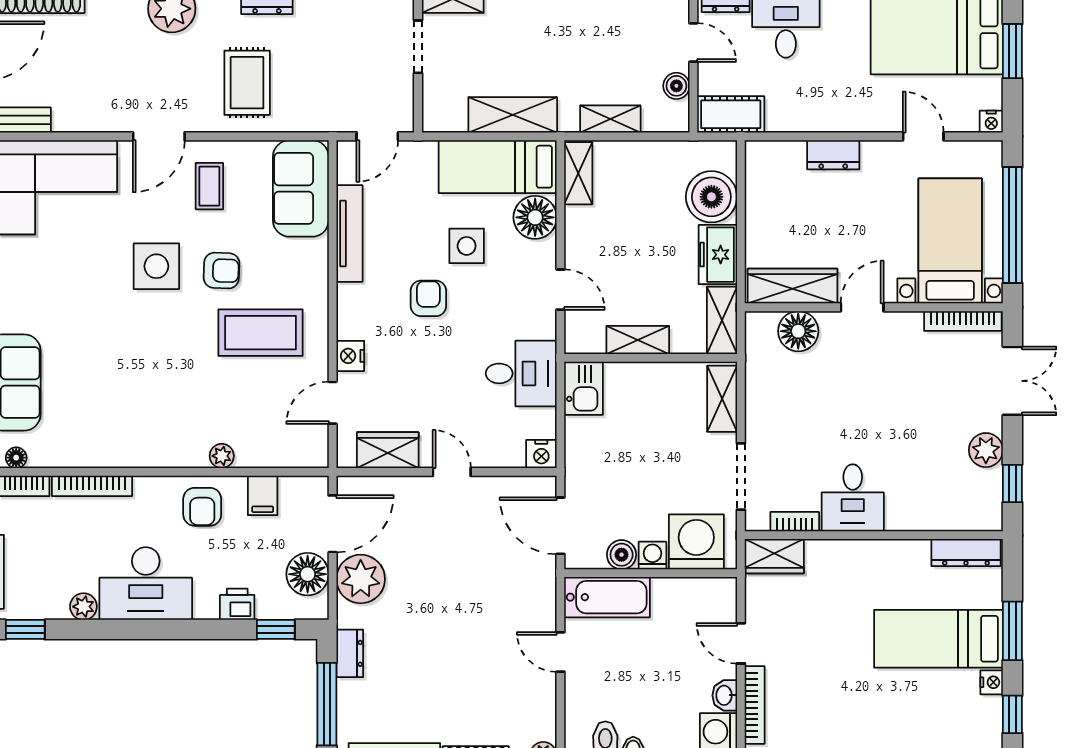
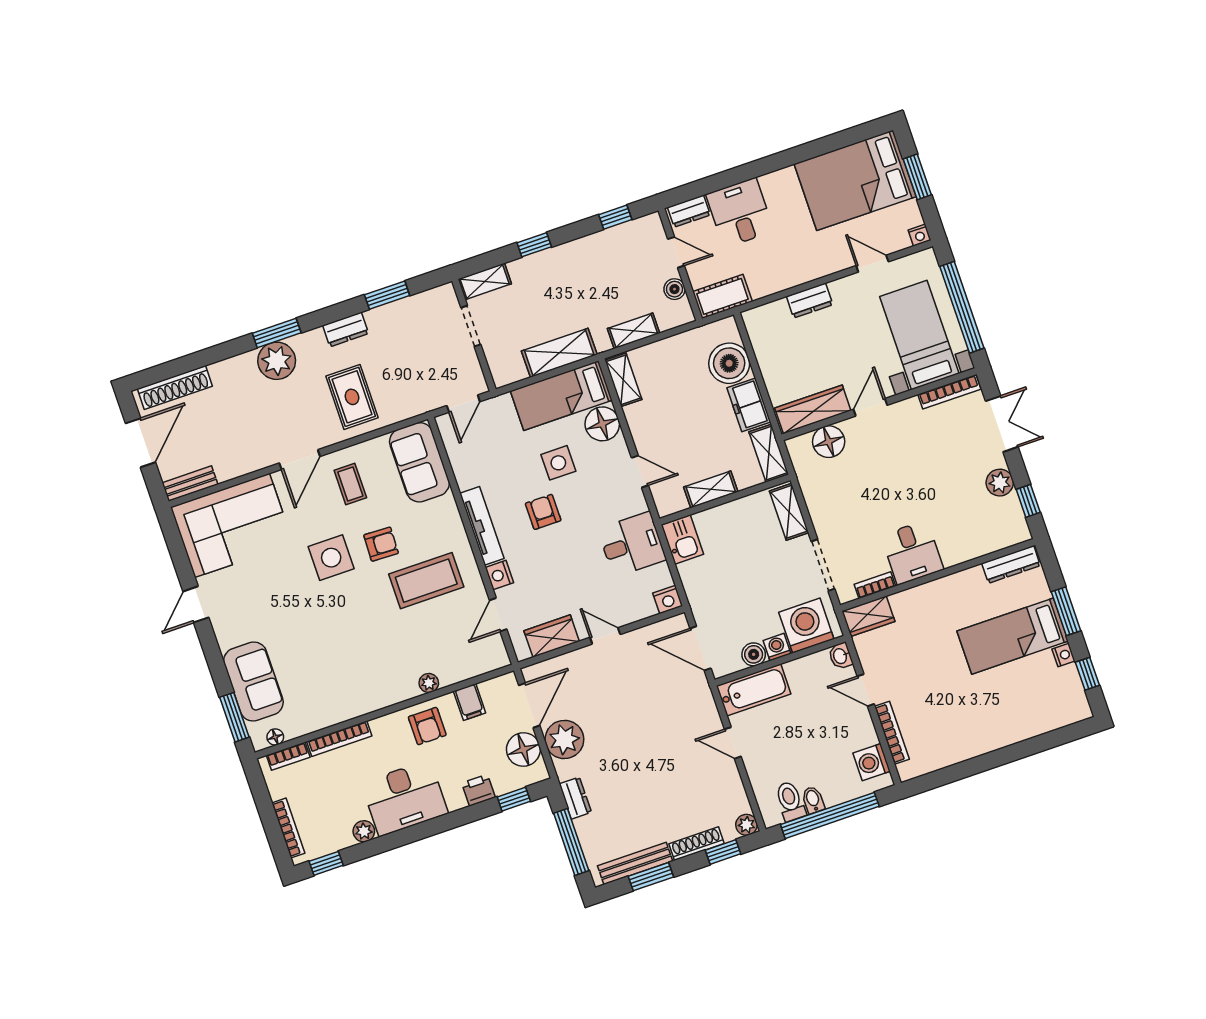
tv unit: (349, 234) -> (482, 526), moved
washbasin: (725, 695) -> (841, 656), moved

